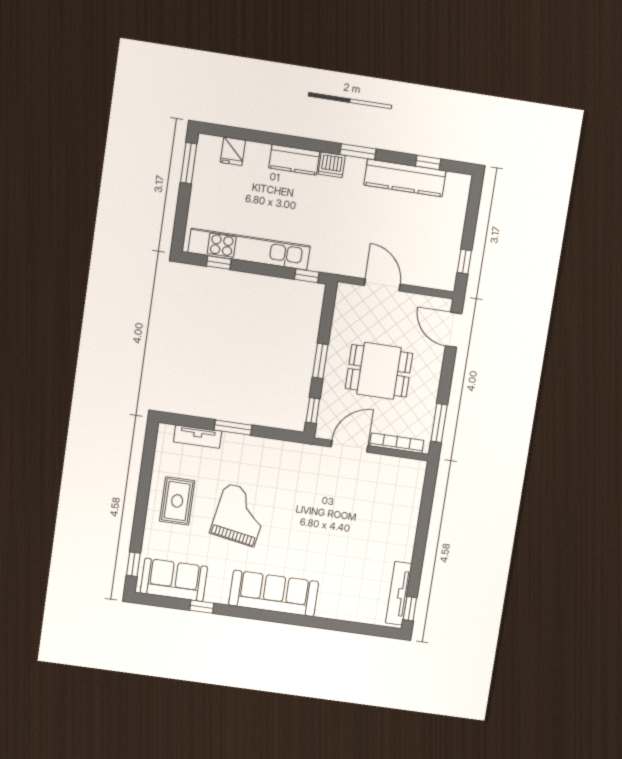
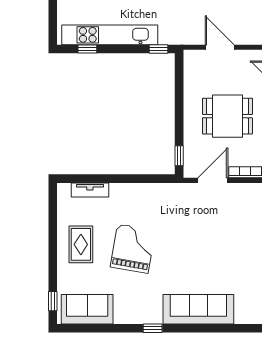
window: (320, 361) -> (179, 115), removed
window: (233, 428) -> (117, 179), removed
sofa: (274, 593) -> (198, 309), moved
window: (202, 607) -> (153, 328), moved

